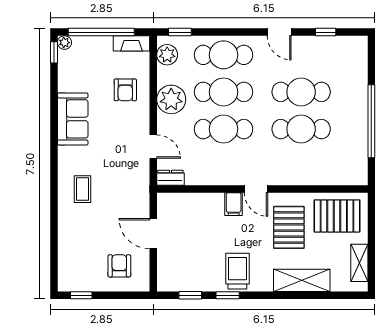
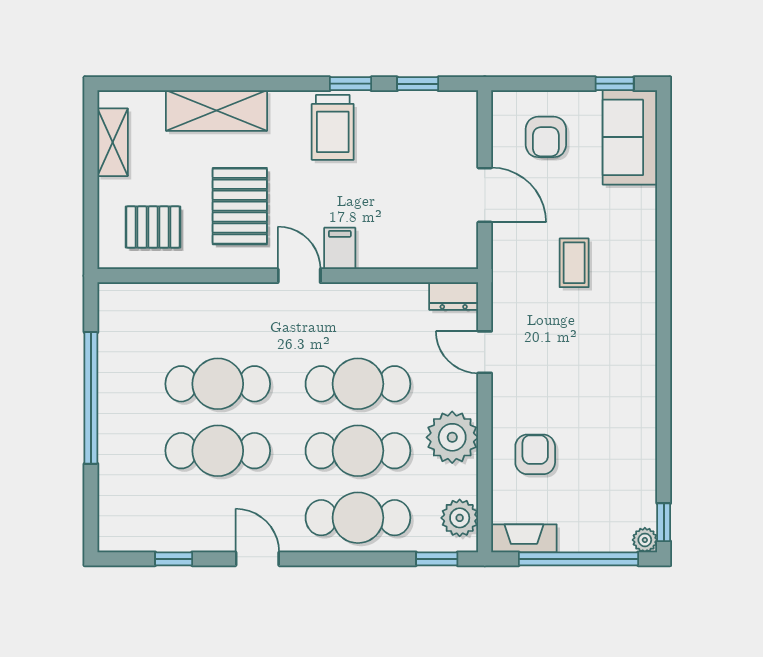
sofa: (73, 119) -> (630, 137), moved
coffee table: (83, 189) -> (574, 263), moved
pallet: (337, 216) -> (153, 227), width x0.67, depth x0.71

